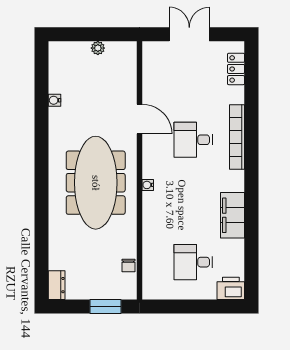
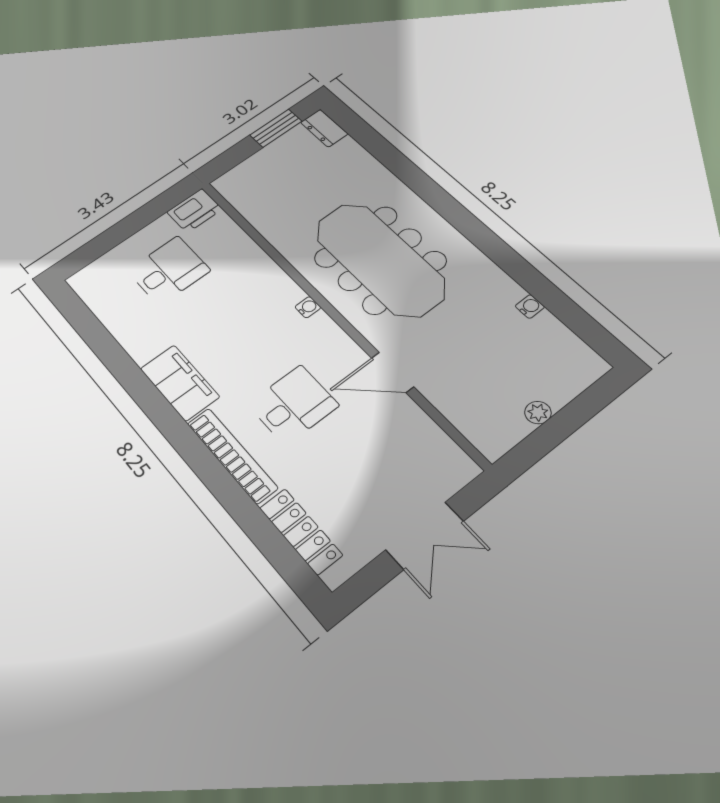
locker: (236, 69) -> (301, 531), width x1.53
filing cabinet: (233, 215) -> (180, 383), moved
chair: (129, 265) -> (252, 208), removed
printer: (231, 288) -> (195, 211), moved
window: (105, 306) -> (276, 128), moved

